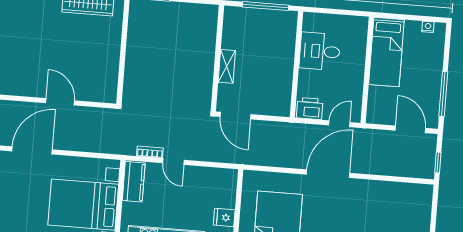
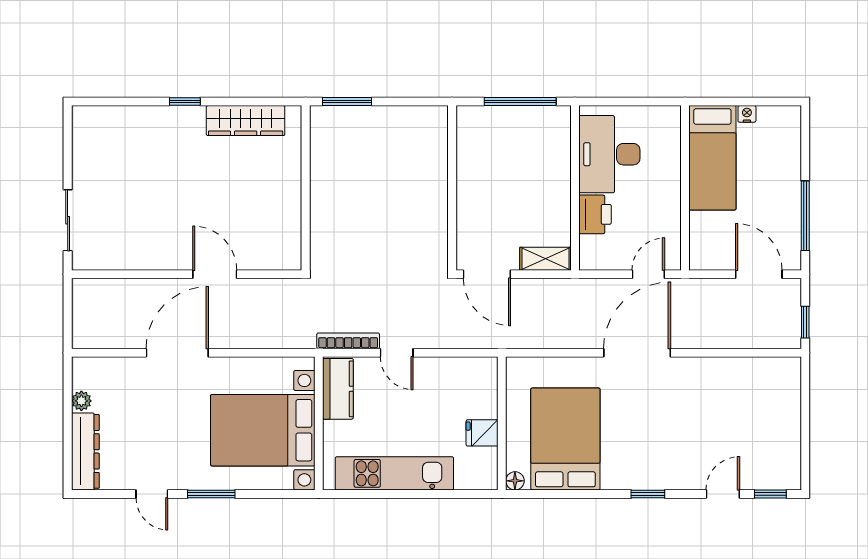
nightstand: (428, 27) -> (747, 114), moved
desk: (320, 51) -> (609, 154), width x1.37
shelving: (227, 66) -> (545, 259), moved, turned 90
printer: (310, 108) -> (595, 214), moved, turned 90
bookcase: (150, 152) -> (348, 341), width x1.56

